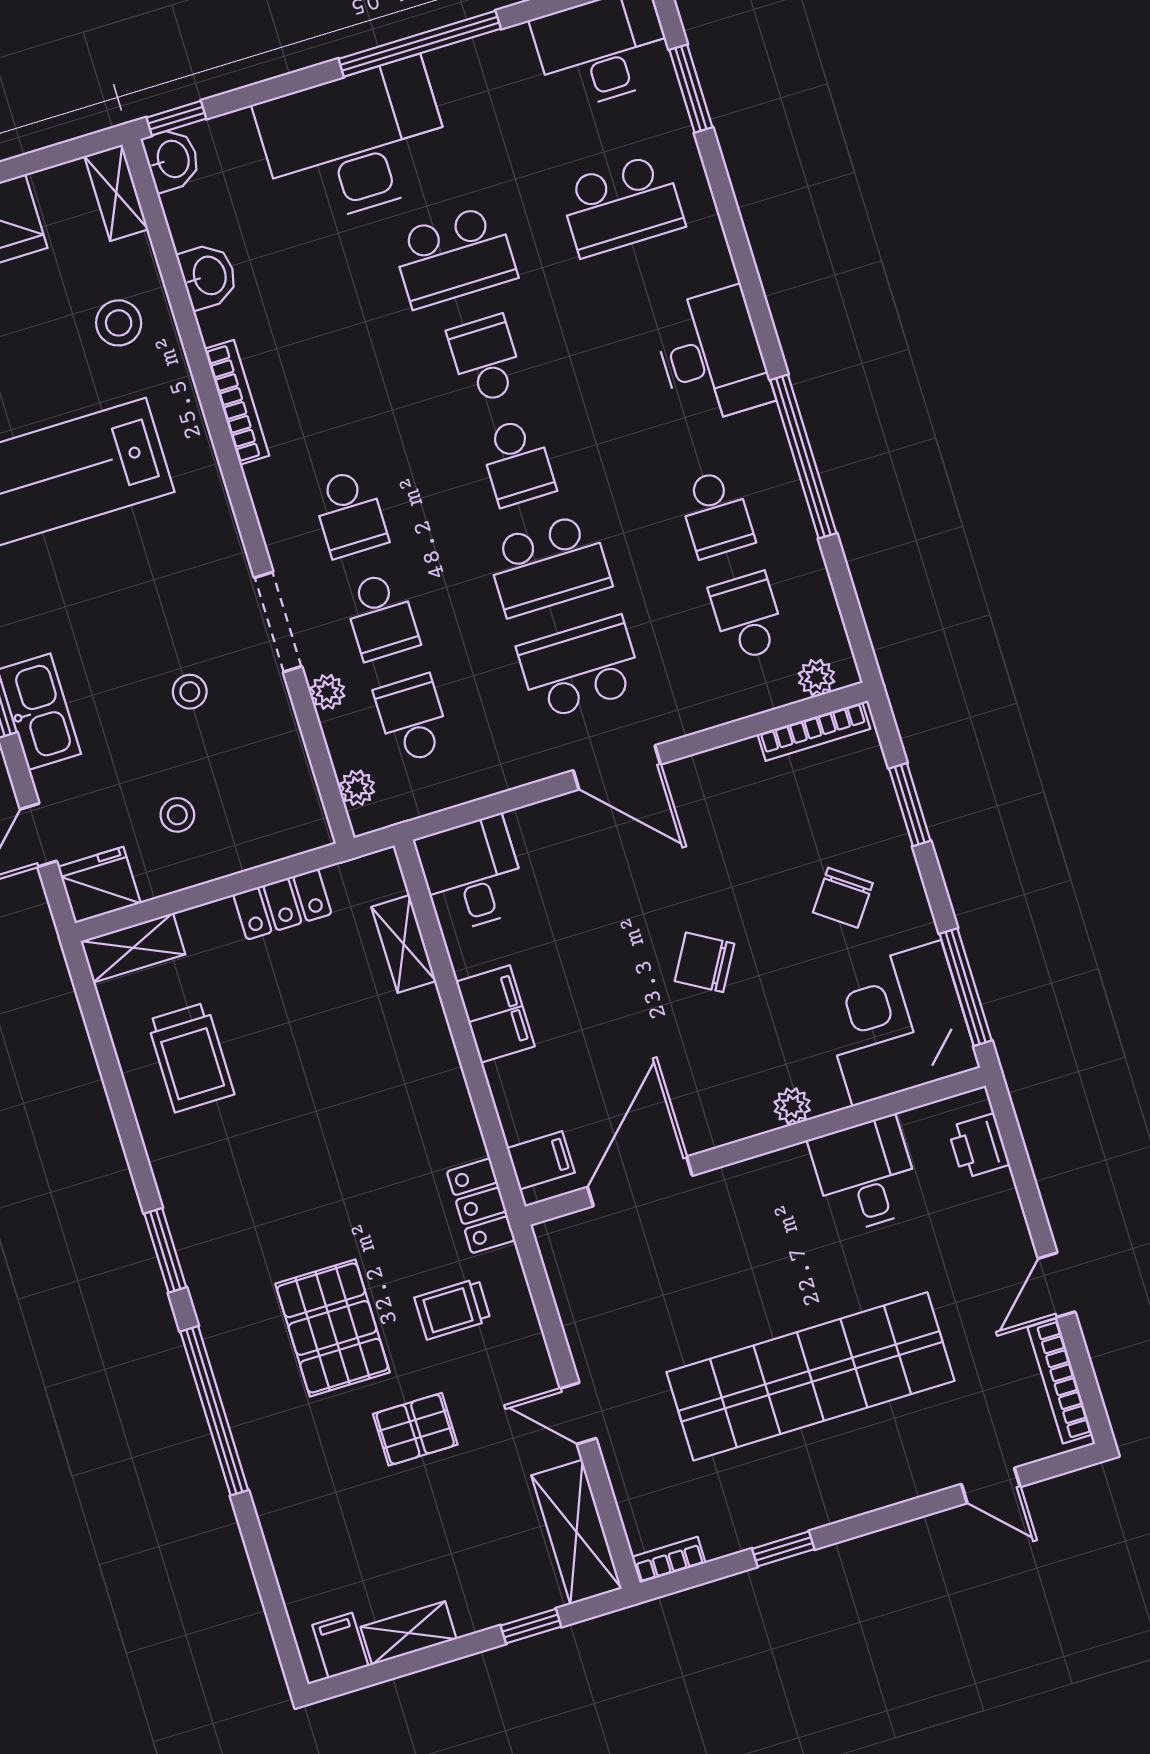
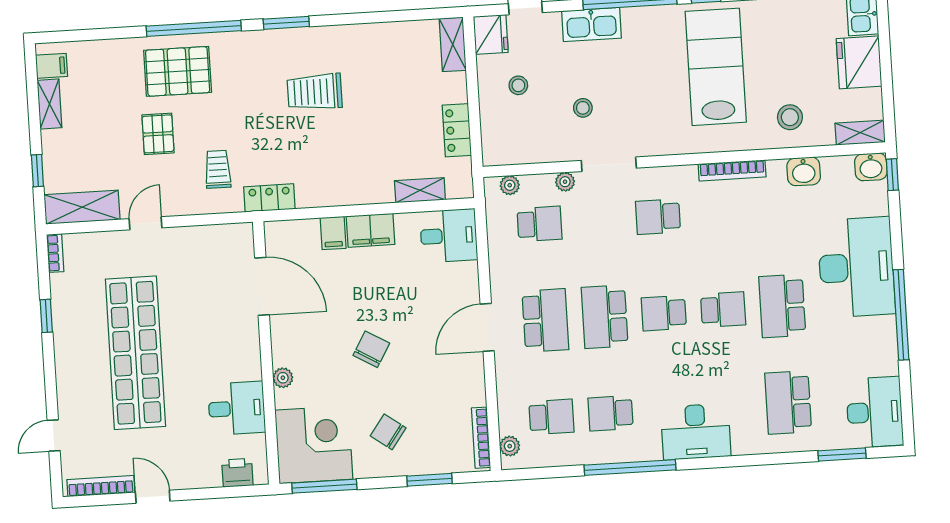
school desk: (381, 616) -> (599, 220), removed
trolley: (191, 1057) -> (315, 92), moved
filing cabinet: (541, 1160) -> (333, 233), moved
pallet: (333, 1328) -> (178, 71), moved

